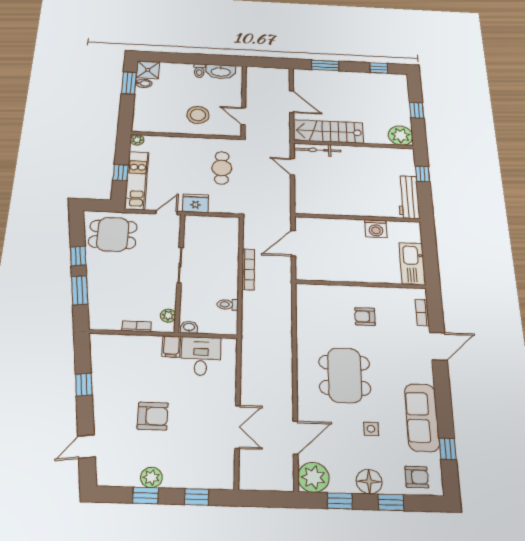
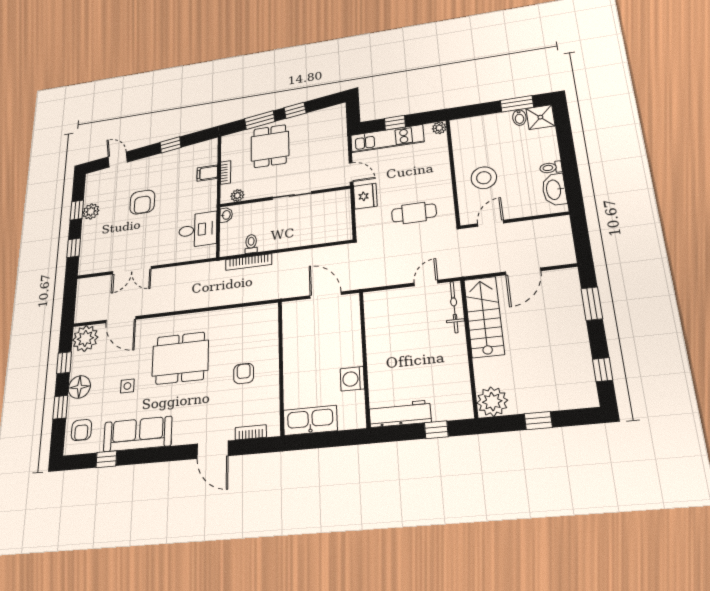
dining table: (113, 234) -> (270, 146), moved
bookcase: (248, 269) -> (249, 262), moved
filing cabinet: (171, 346) -> (207, 173), moved

